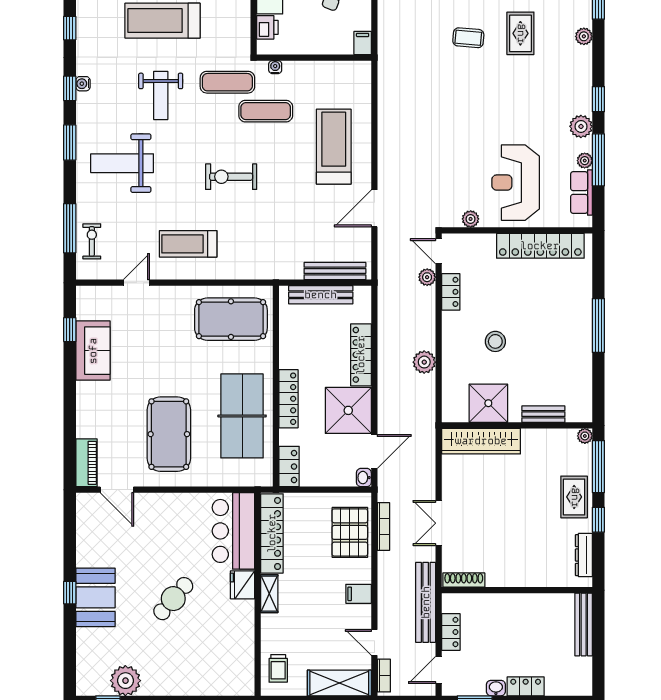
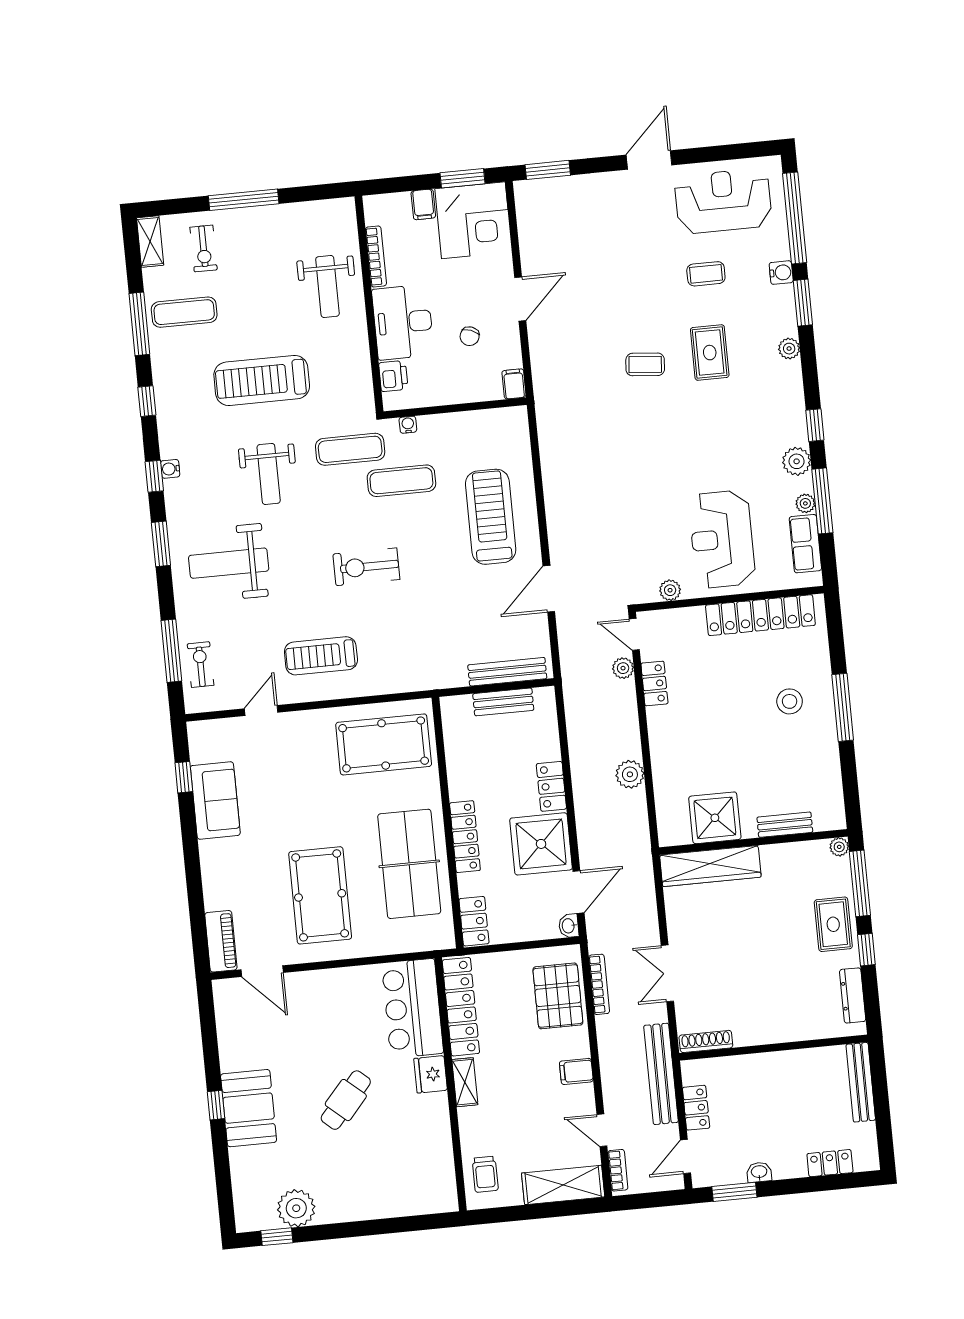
bench: (321, 295) -> (503, 702), width x0.73
stool: (495, 341) -> (790, 701), moved
locker: (361, 355) -> (551, 786), width x0.66
locker: (526, 686) -> (830, 1163), moved

